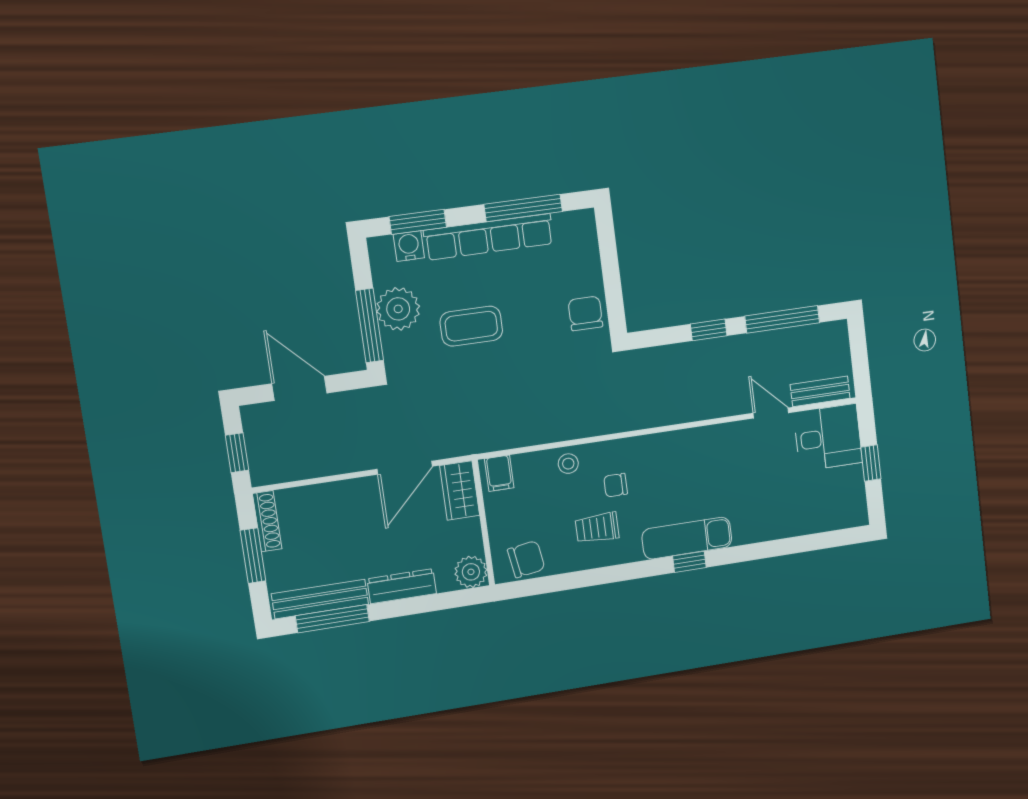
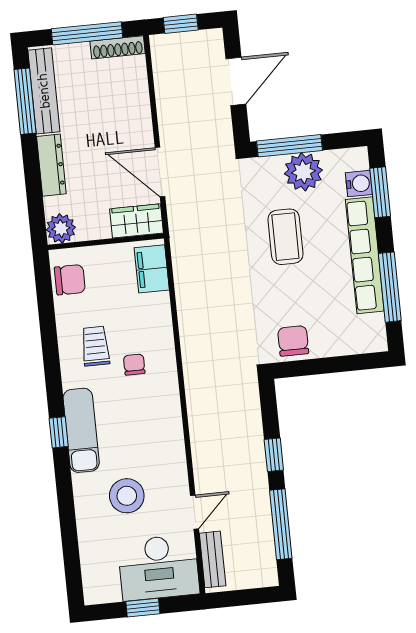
chair: (585, 313) -> (293, 341), turned -90
desk: (828, 437) -> (159, 567), width x1.37
stool: (568, 464) -> (127, 496), moved, width x1.89, depth x1.89
filing cabinet: (499, 473) -> (152, 269), width x2.00
window: (253, 556) -> (87, 33), width x1.44
chair: (526, 559) -> (70, 280), turned -81

